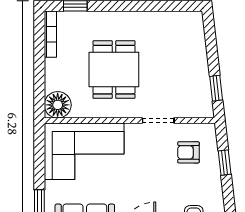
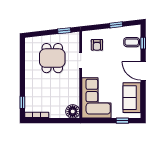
dining table: (114, 70) -> (52, 58), moved, turned 90
window: (225, 163) -> (116, 25), moved

